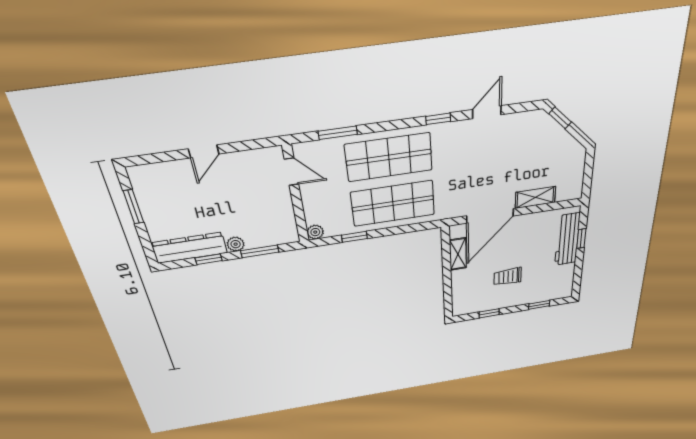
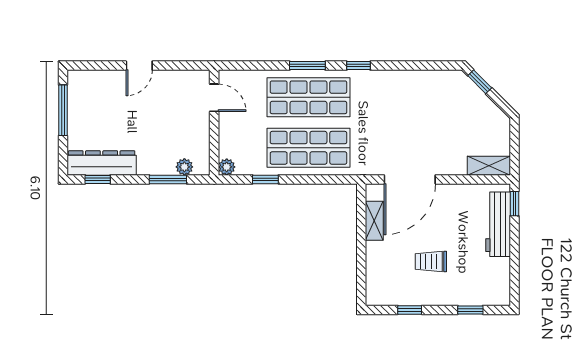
door: (487, 112) -> (406, 66), removed
window: (338, 133) -> (307, 66), moved
shelving: (535, 197) -> (489, 166), moved
window: (133, 207) -> (63, 110), width x1.44
window: (581, 239) -> (514, 204), moved
plant: (236, 244) -> (184, 167), moved
window: (209, 259) -> (98, 179), moved

